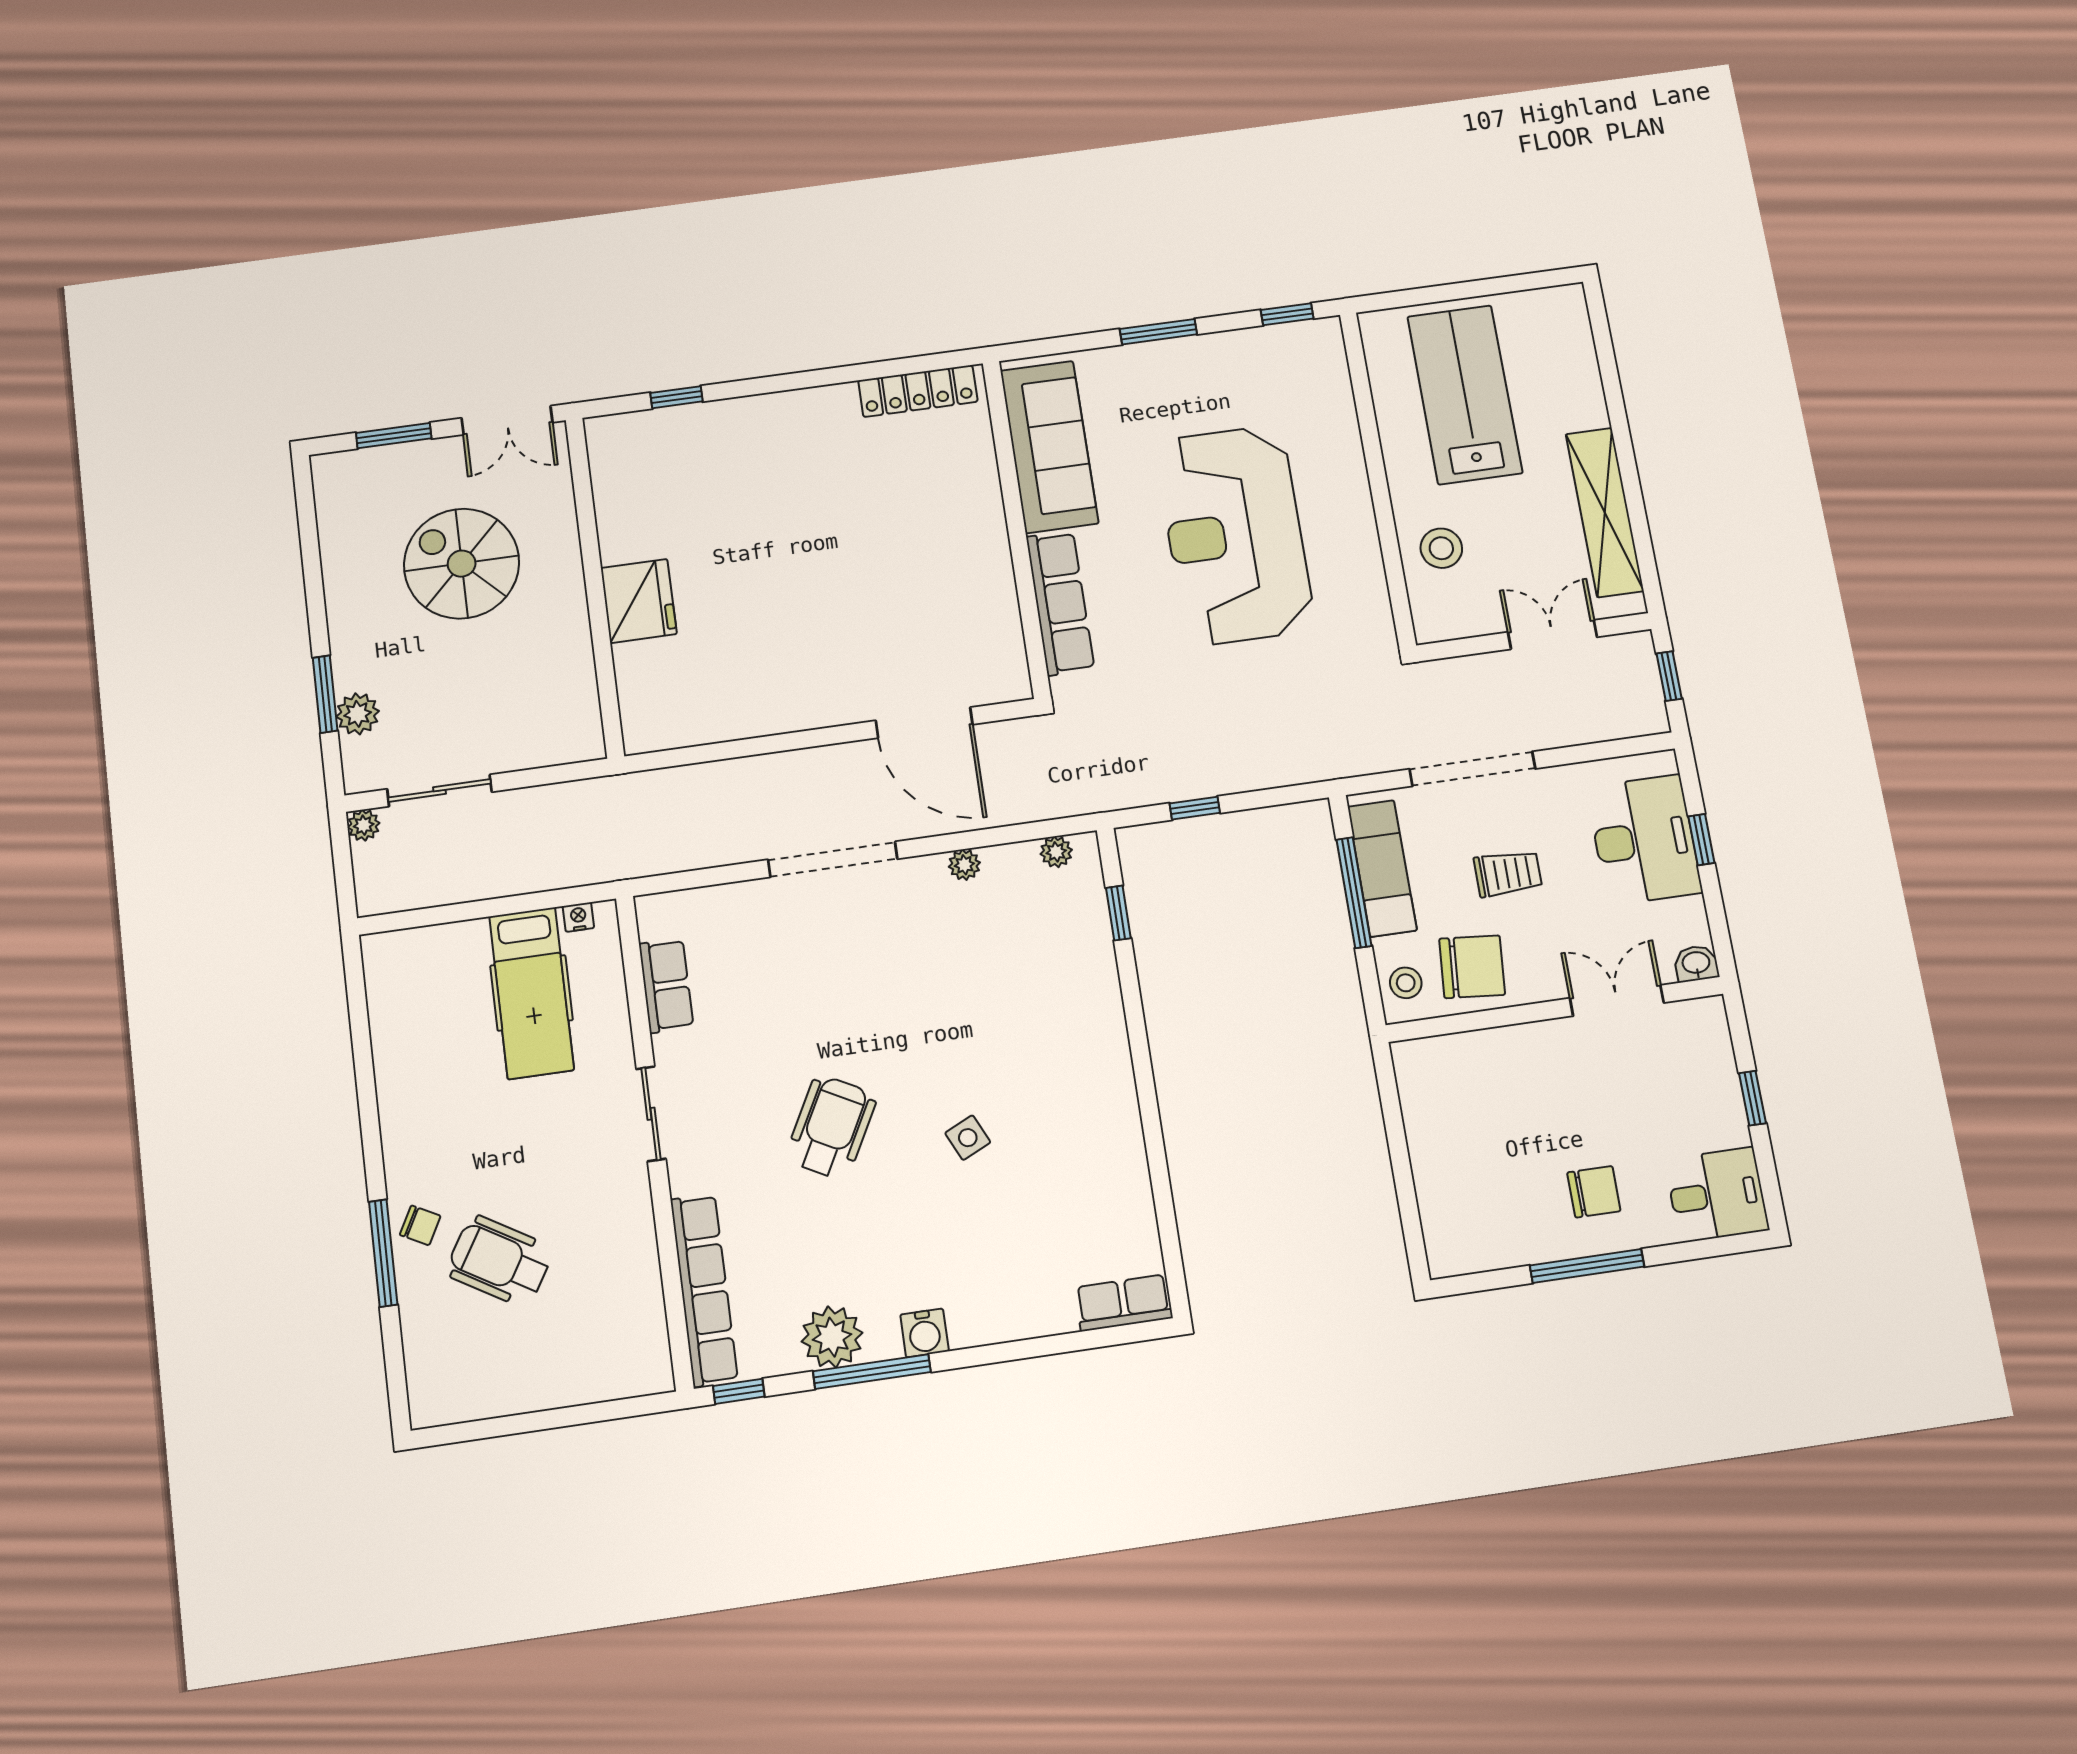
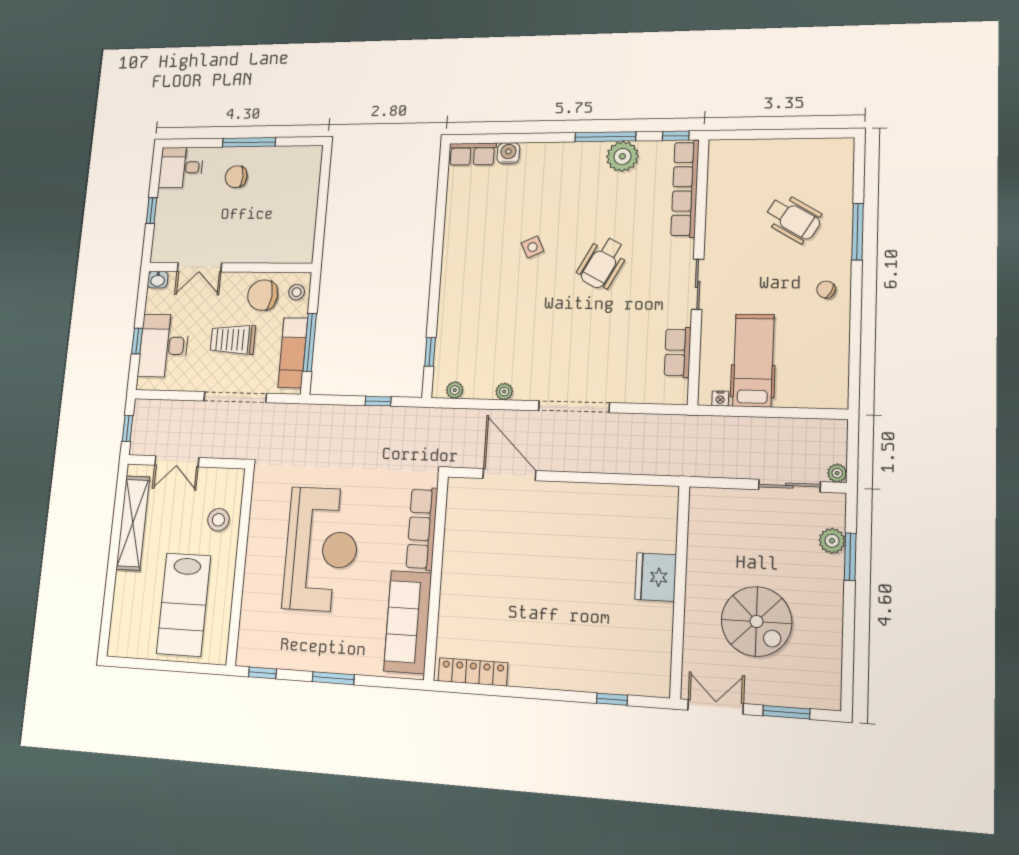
trolley: (1508, 873) -> (233, 340), width x1.36, depth x1.39
chair: (420, 1225) -> (826, 290), moved
water cooler: (924, 1333) -> (508, 153), moved

